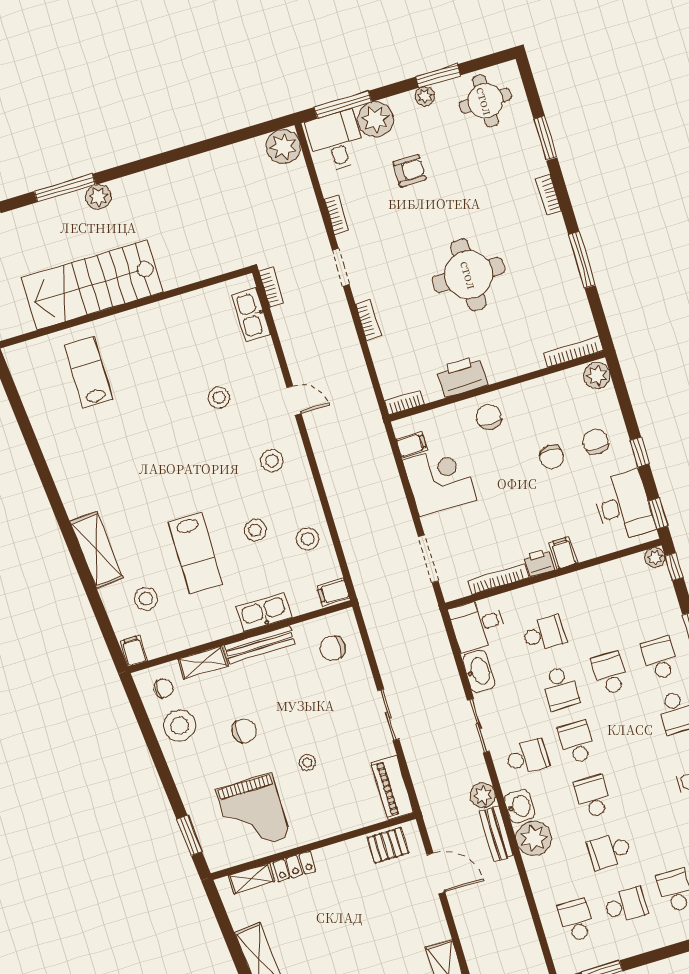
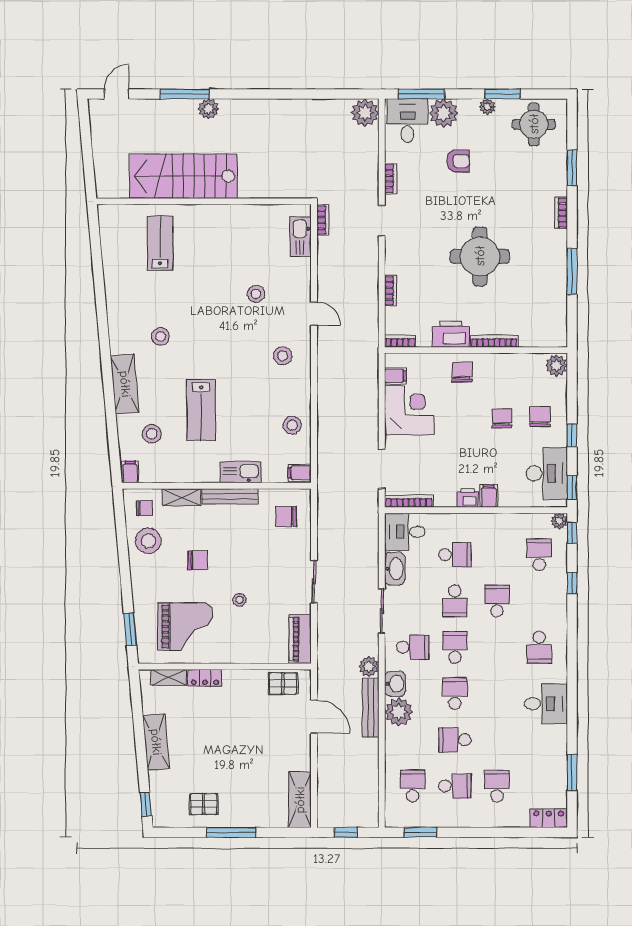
bookcase: (368, 320) -> (391, 291), moved
bookcase: (573, 352) -> (494, 341), moved
chair: (552, 457) -> (502, 418), turned 180
stool: (255, 530) -> (160, 336), moved
bookcase: (498, 579) -> (409, 501), moved
school desk: (660, 658) -> (539, 555), moved
grand piano: (253, 813) -> (185, 627), turned -90
bench: (497, 834) -> (371, 708), width x1.36

